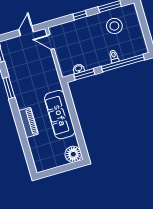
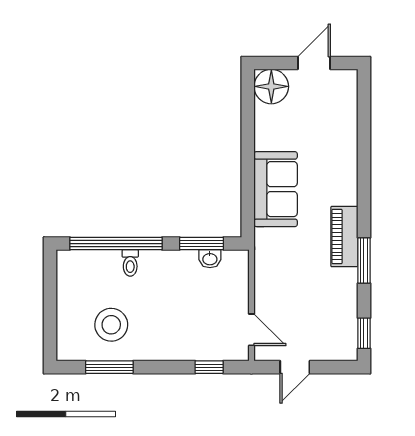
window: (80, 15) -> (209, 367), moved
sofa: (60, 115) -> (276, 189), width x0.73
piano: (28, 122) -> (344, 237), moved
door: (57, 170) -> (314, 63), added

